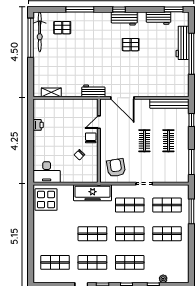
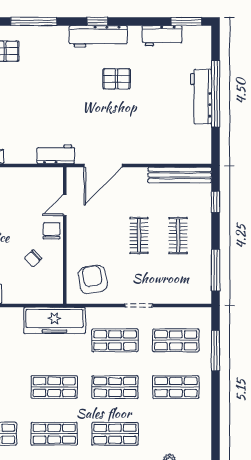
workbench: (124, 19) -> (98, 36), width x1.38
workbench: (183, 43) -> (201, 97), moved
door: (122, 98) -> (103, 166), hinge flipped

